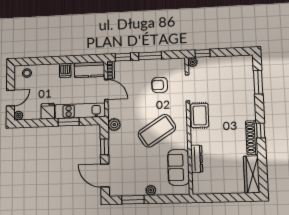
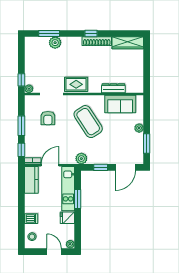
dishwasher: (65, 70) -> (31, 219), moved
plant: (248, 89) -> (55, 43), added

